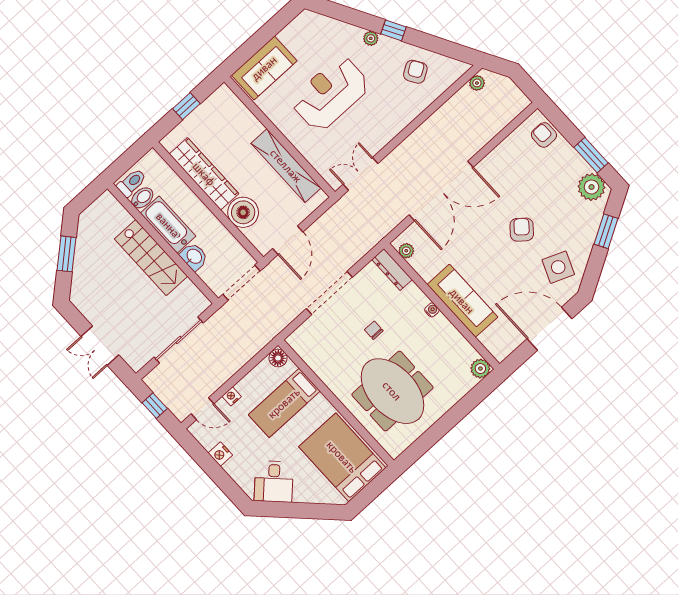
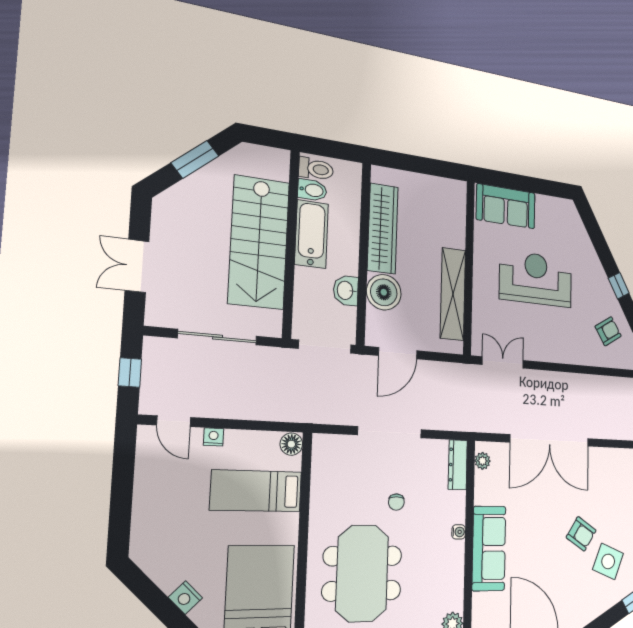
plant: (371, 38) -> (599, 273), removed
window: (186, 106) -> (421, 165), removed
armchair: (522, 230) -> (581, 534), turned 83
washbasin: (194, 257) -> (346, 290), moved, turned 180
stairs: (151, 258) -> (259, 242), width x1.36, depth x1.51
side table: (558, 267) -> (608, 561), moved
chair: (374, 330) -> (396, 502), turned 180
nightstand: (220, 454) -> (185, 598), moved, turned -45
desk: (274, 482) -> (170, 558), removed

